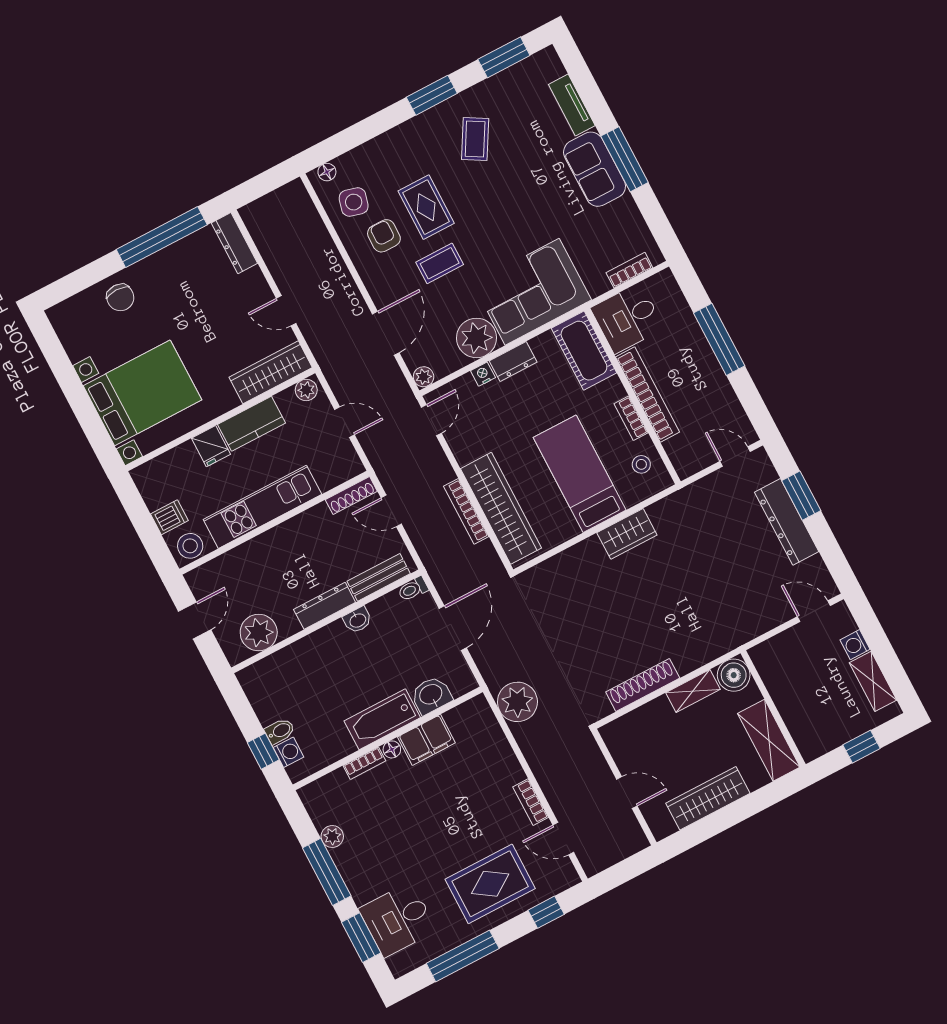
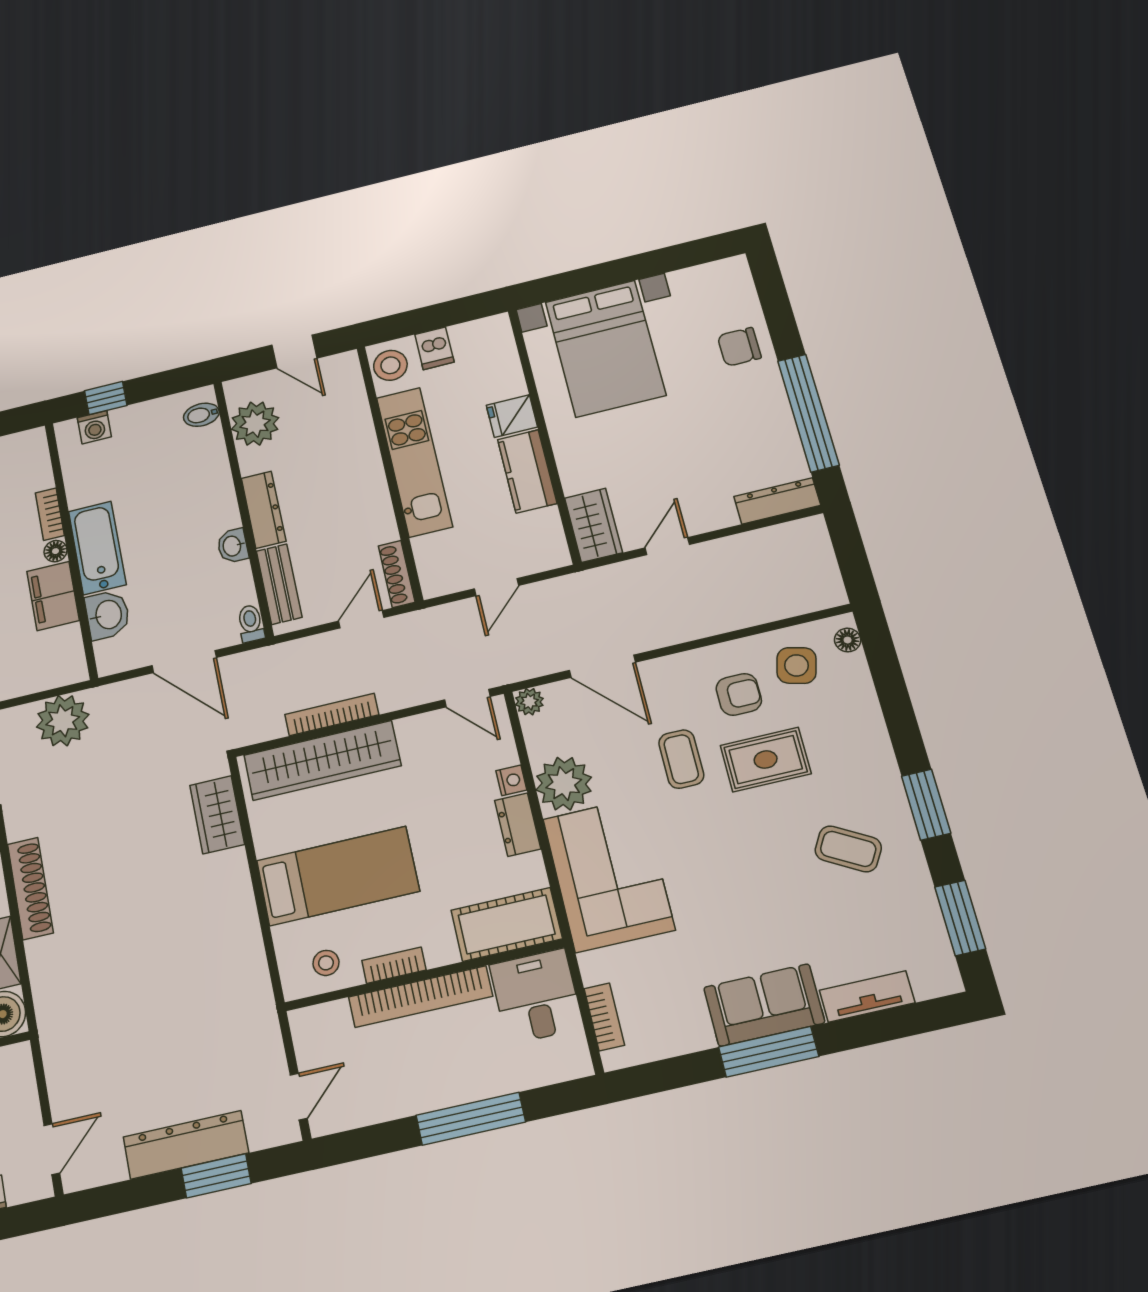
wardrobe: (271, 372) -> (593, 525), width x0.67
plant: (306, 390) -> (553, 548), removed
wardrobe: (627, 534) -> (217, 815), moved
bidet: (280, 731) -> (201, 415), moved, turned 90

